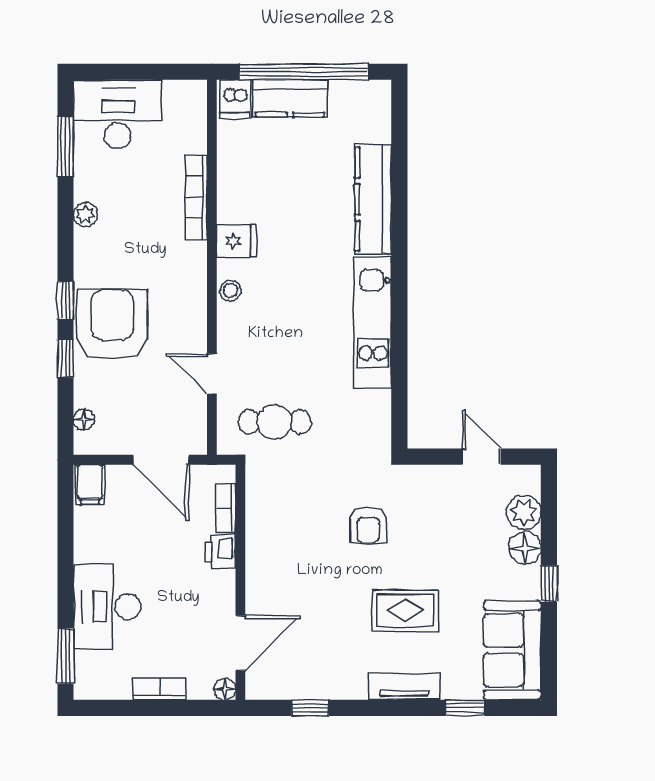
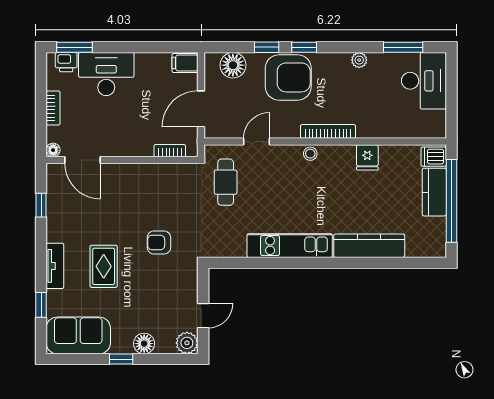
bookcase: (196, 197) -> (328, 131), moved
fridge: (236, 241) -> (367, 157), moved
floor lamp: (84, 420) -> (233, 65), width x1.89, depth x1.89
plant: (524, 512) -> (187, 343), moved
printer: (220, 552) -> (66, 62), moved, turned 180

